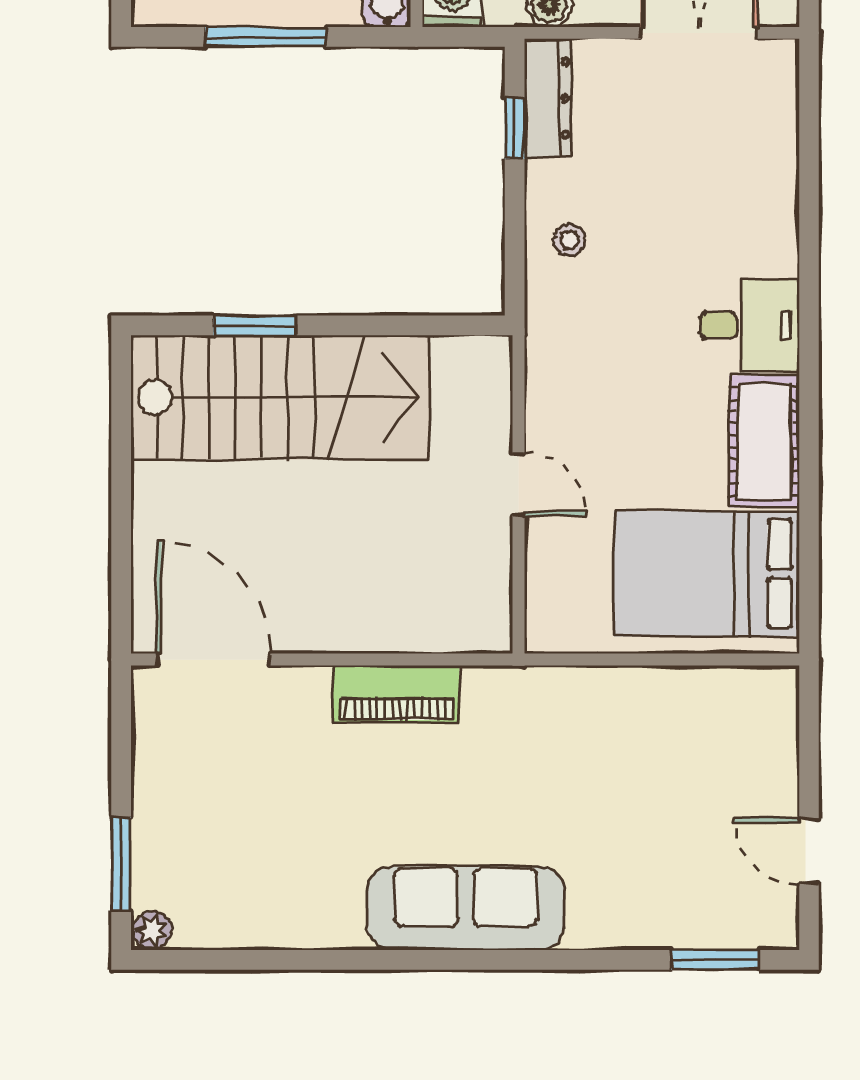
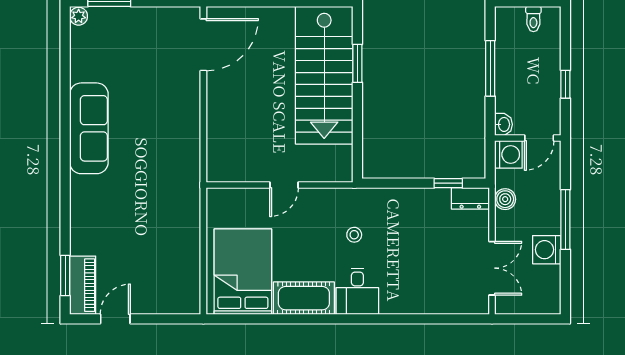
dresser: (547, 98) -> (470, 198), width x0.70
stool: (569, 240) -> (354, 235), moved
piano: (396, 694) -> (83, 285), moved, turned 180
sofa: (466, 908) -> (89, 128), moved

